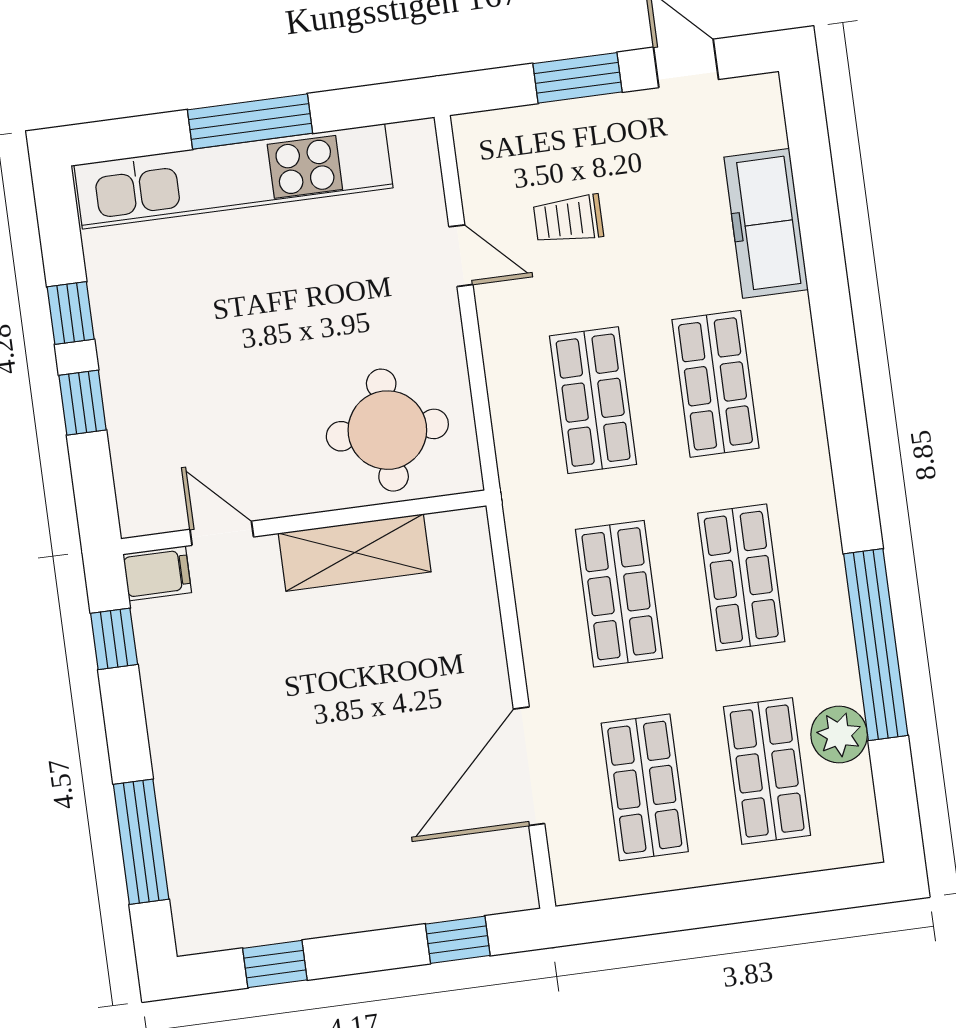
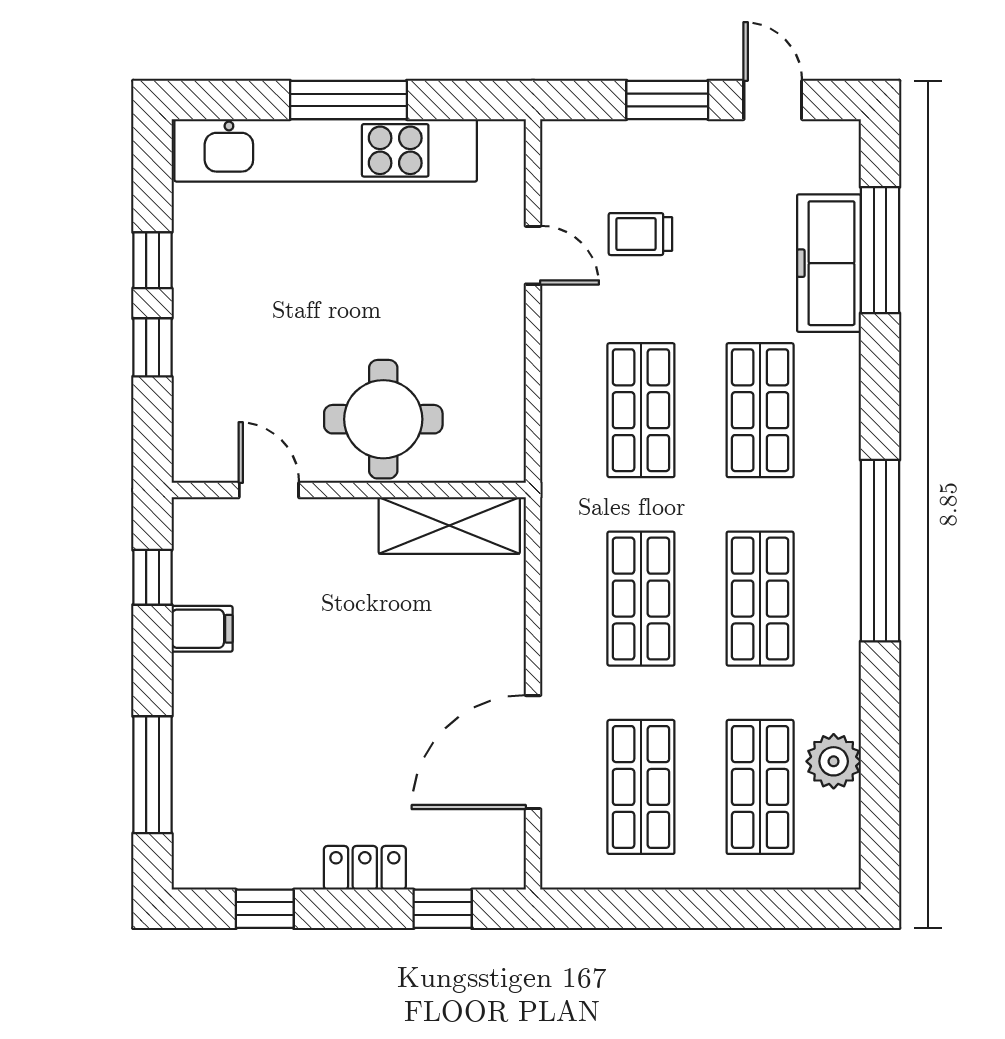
window: (817, 203) -> (880, 250), added
round table: (387, 430) -> (383, 419), moved
shelving: (355, 553) -> (449, 525), moved
filing cabinet: (157, 573) -> (202, 629), moved
window: (876, 645) -> (880, 551), moved
locker: (372, 908) -> (365, 868), added

